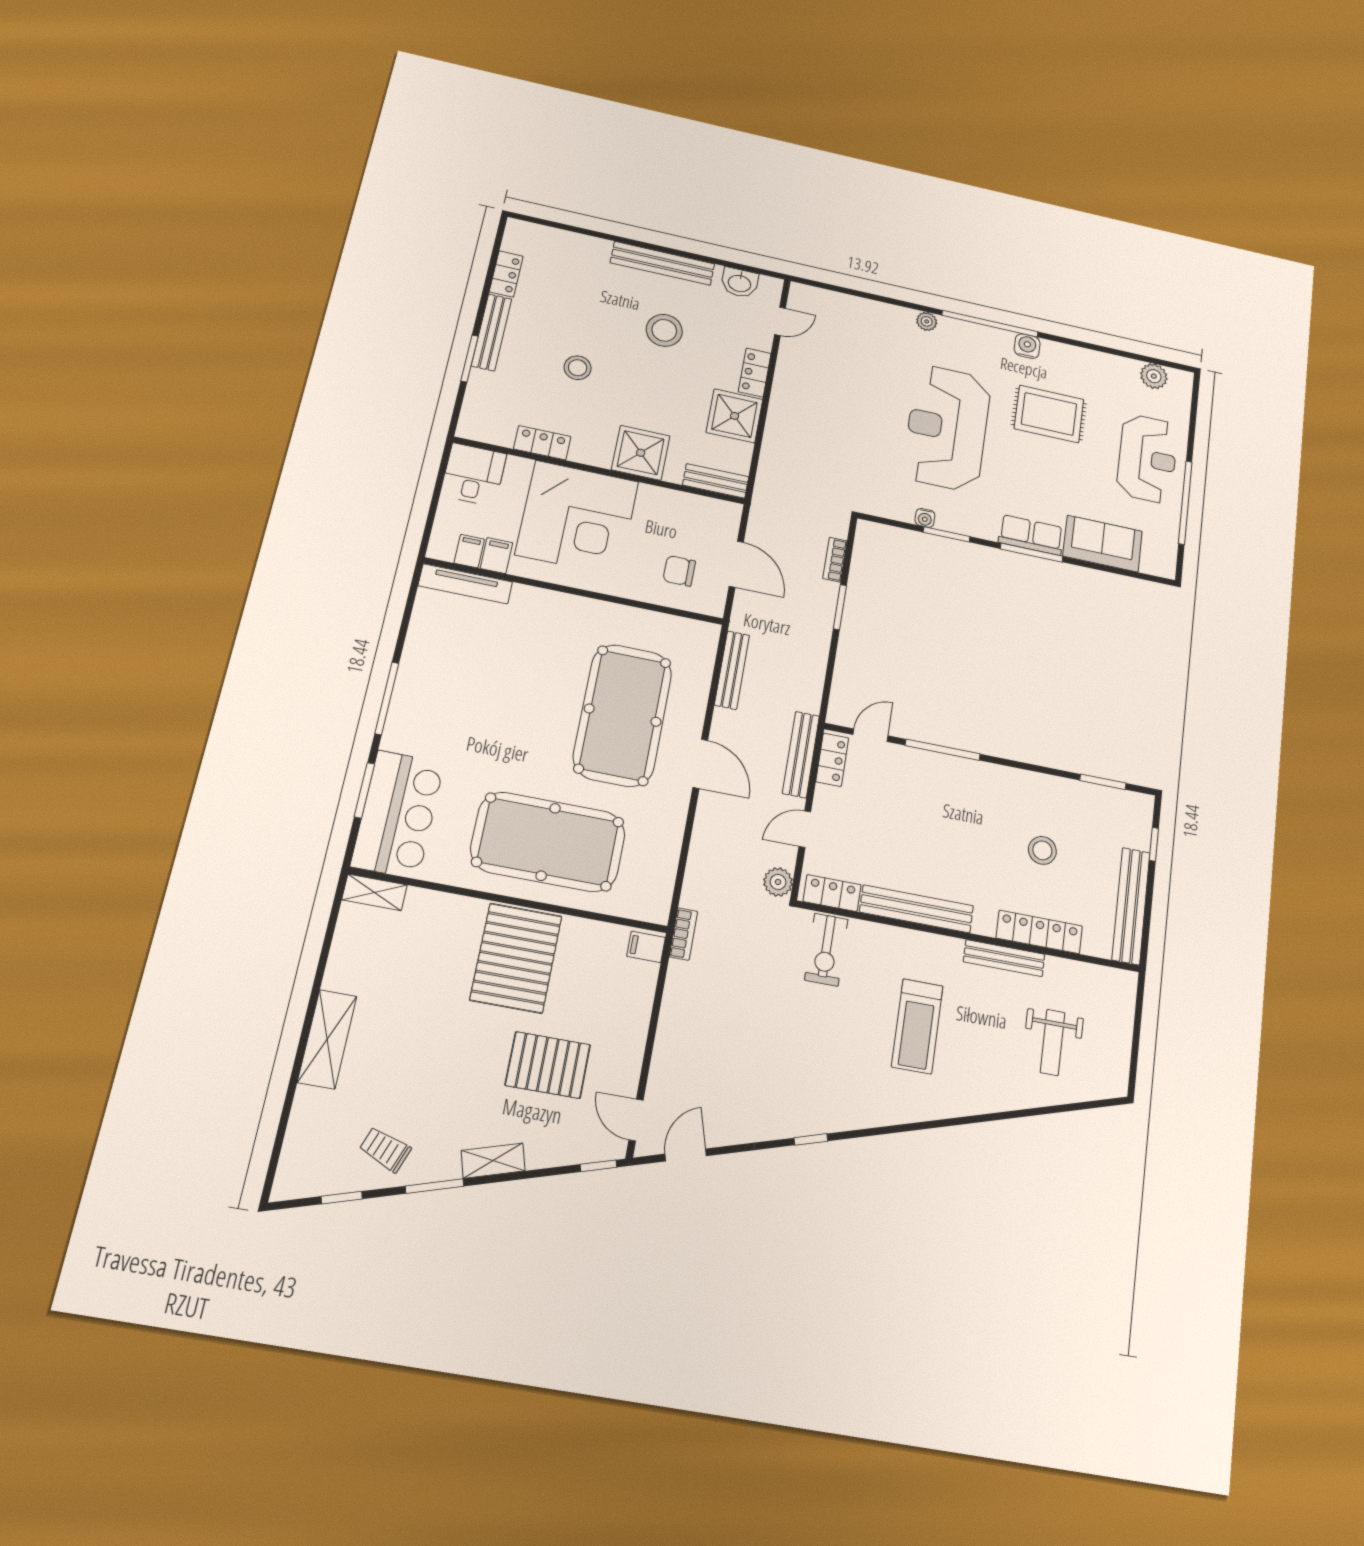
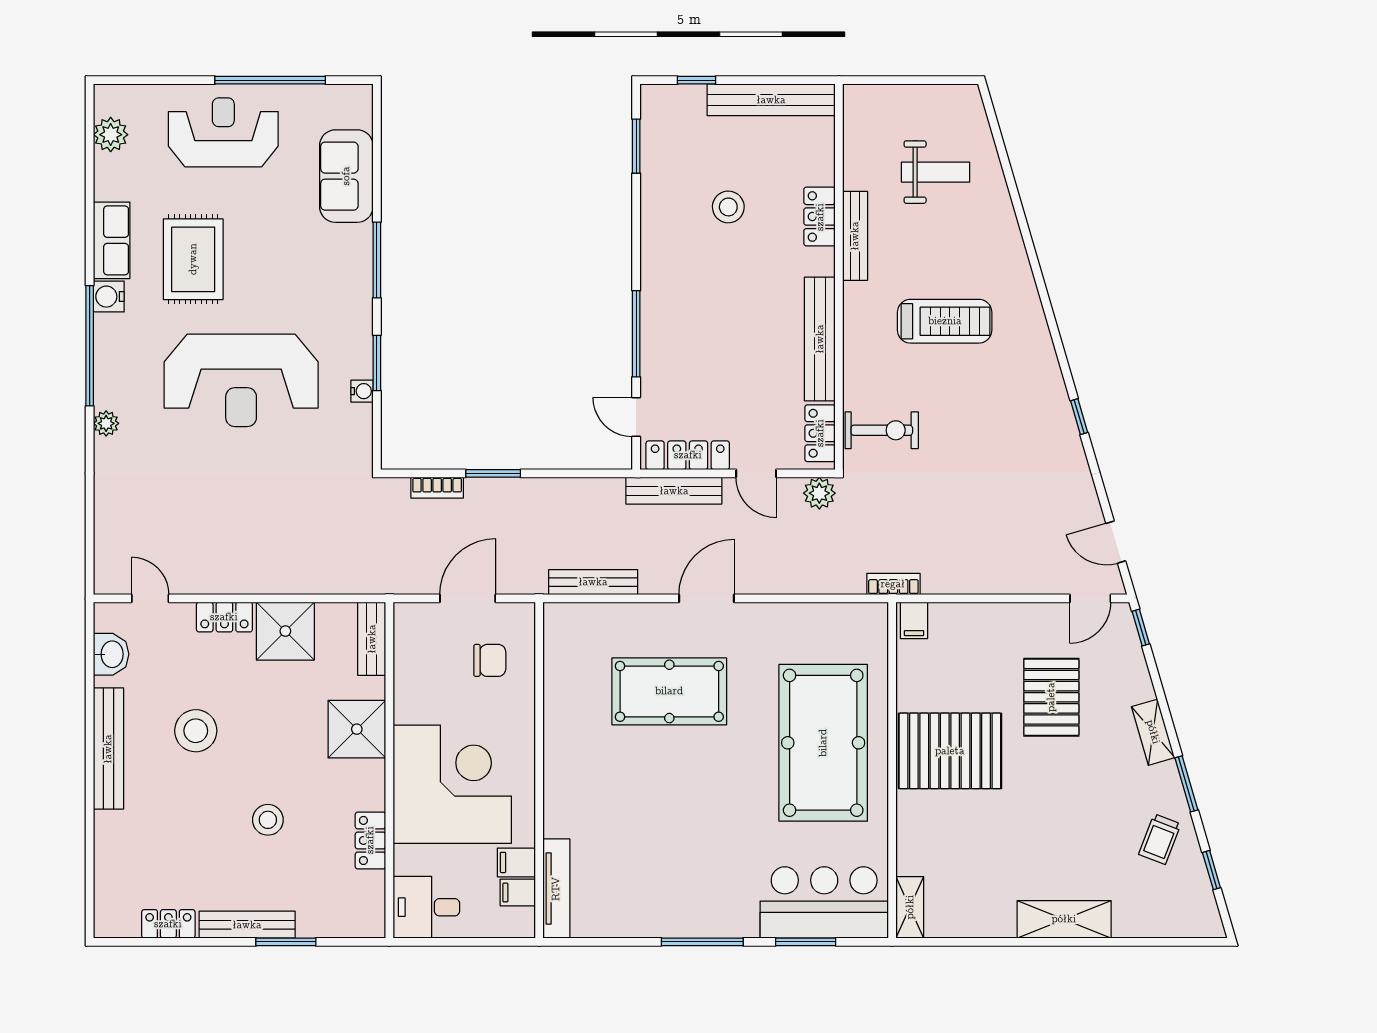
row of seats: (1031, 535) -> (112, 240), moved, turned 180
chair: (679, 571) -> (490, 660), turned -90
pool table: (623, 715) -> (669, 691), width x0.73, depth x0.76
locker: (832, 760) -> (688, 455), width x1.53
locker: (1039, 932) -> (820, 217), width x0.66

